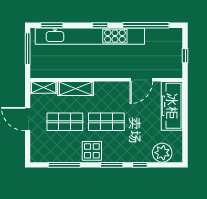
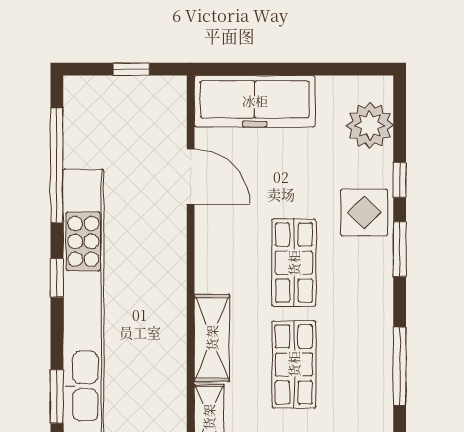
display table: (92, 151) -> (364, 212), moved

